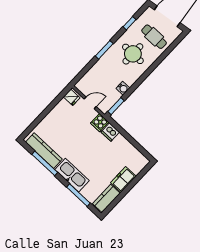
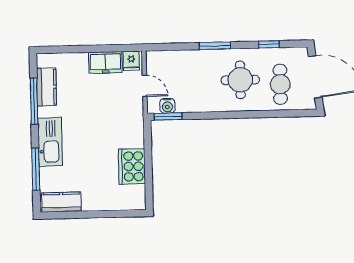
water cooler: (123, 88) -> (167, 106), moved
cooker: (100, 123) -> (132, 166), moved, width x1.87, depth x1.31
dishwasher: (110, 132) -> (135, 137), removed
kitchen counter: (44, 151) -> (47, 87), width x0.67
freezer: (123, 180) -> (105, 62), moved, turned 180

